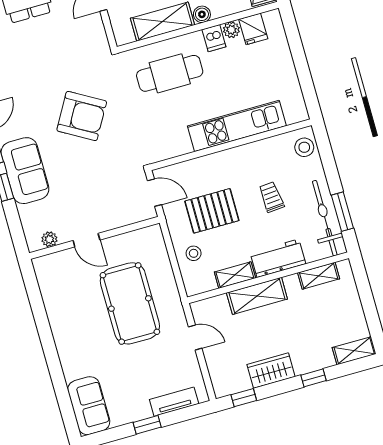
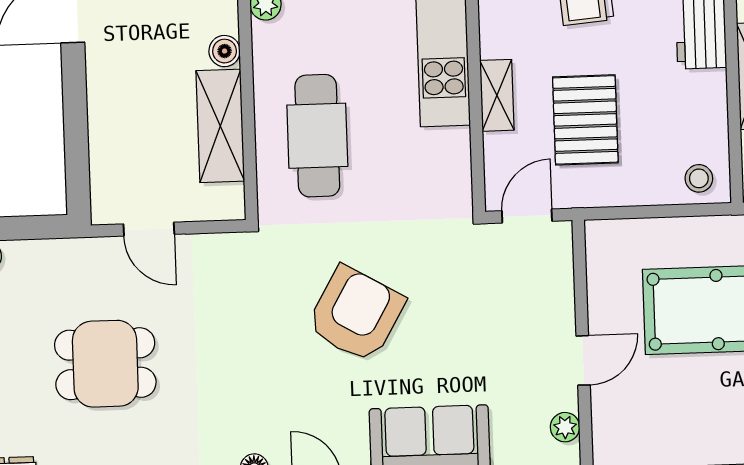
dishwasher: (214, 38) -> (273, 40), removed
stool: (194, 253) -> (699, 178), moved
shelving: (235, 275) -> (497, 95), moved

